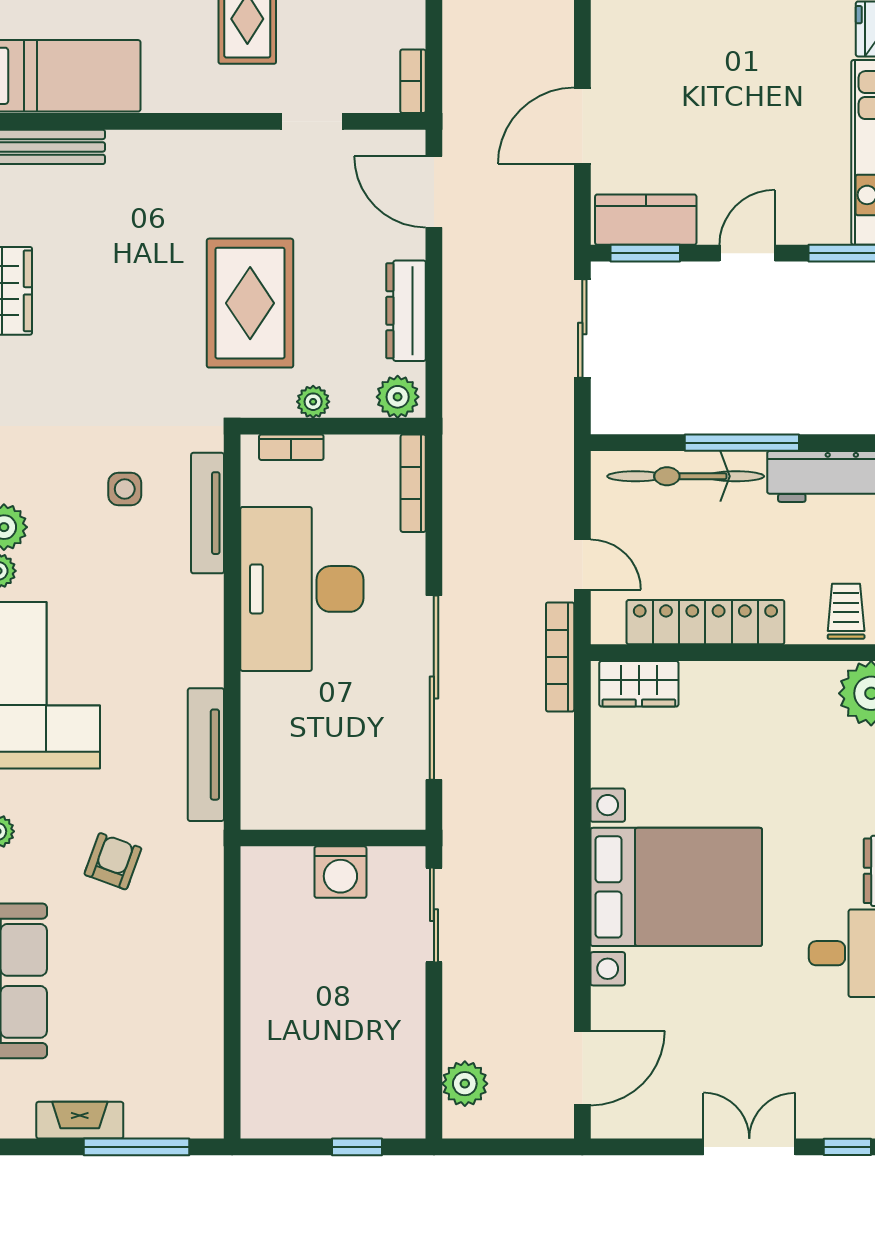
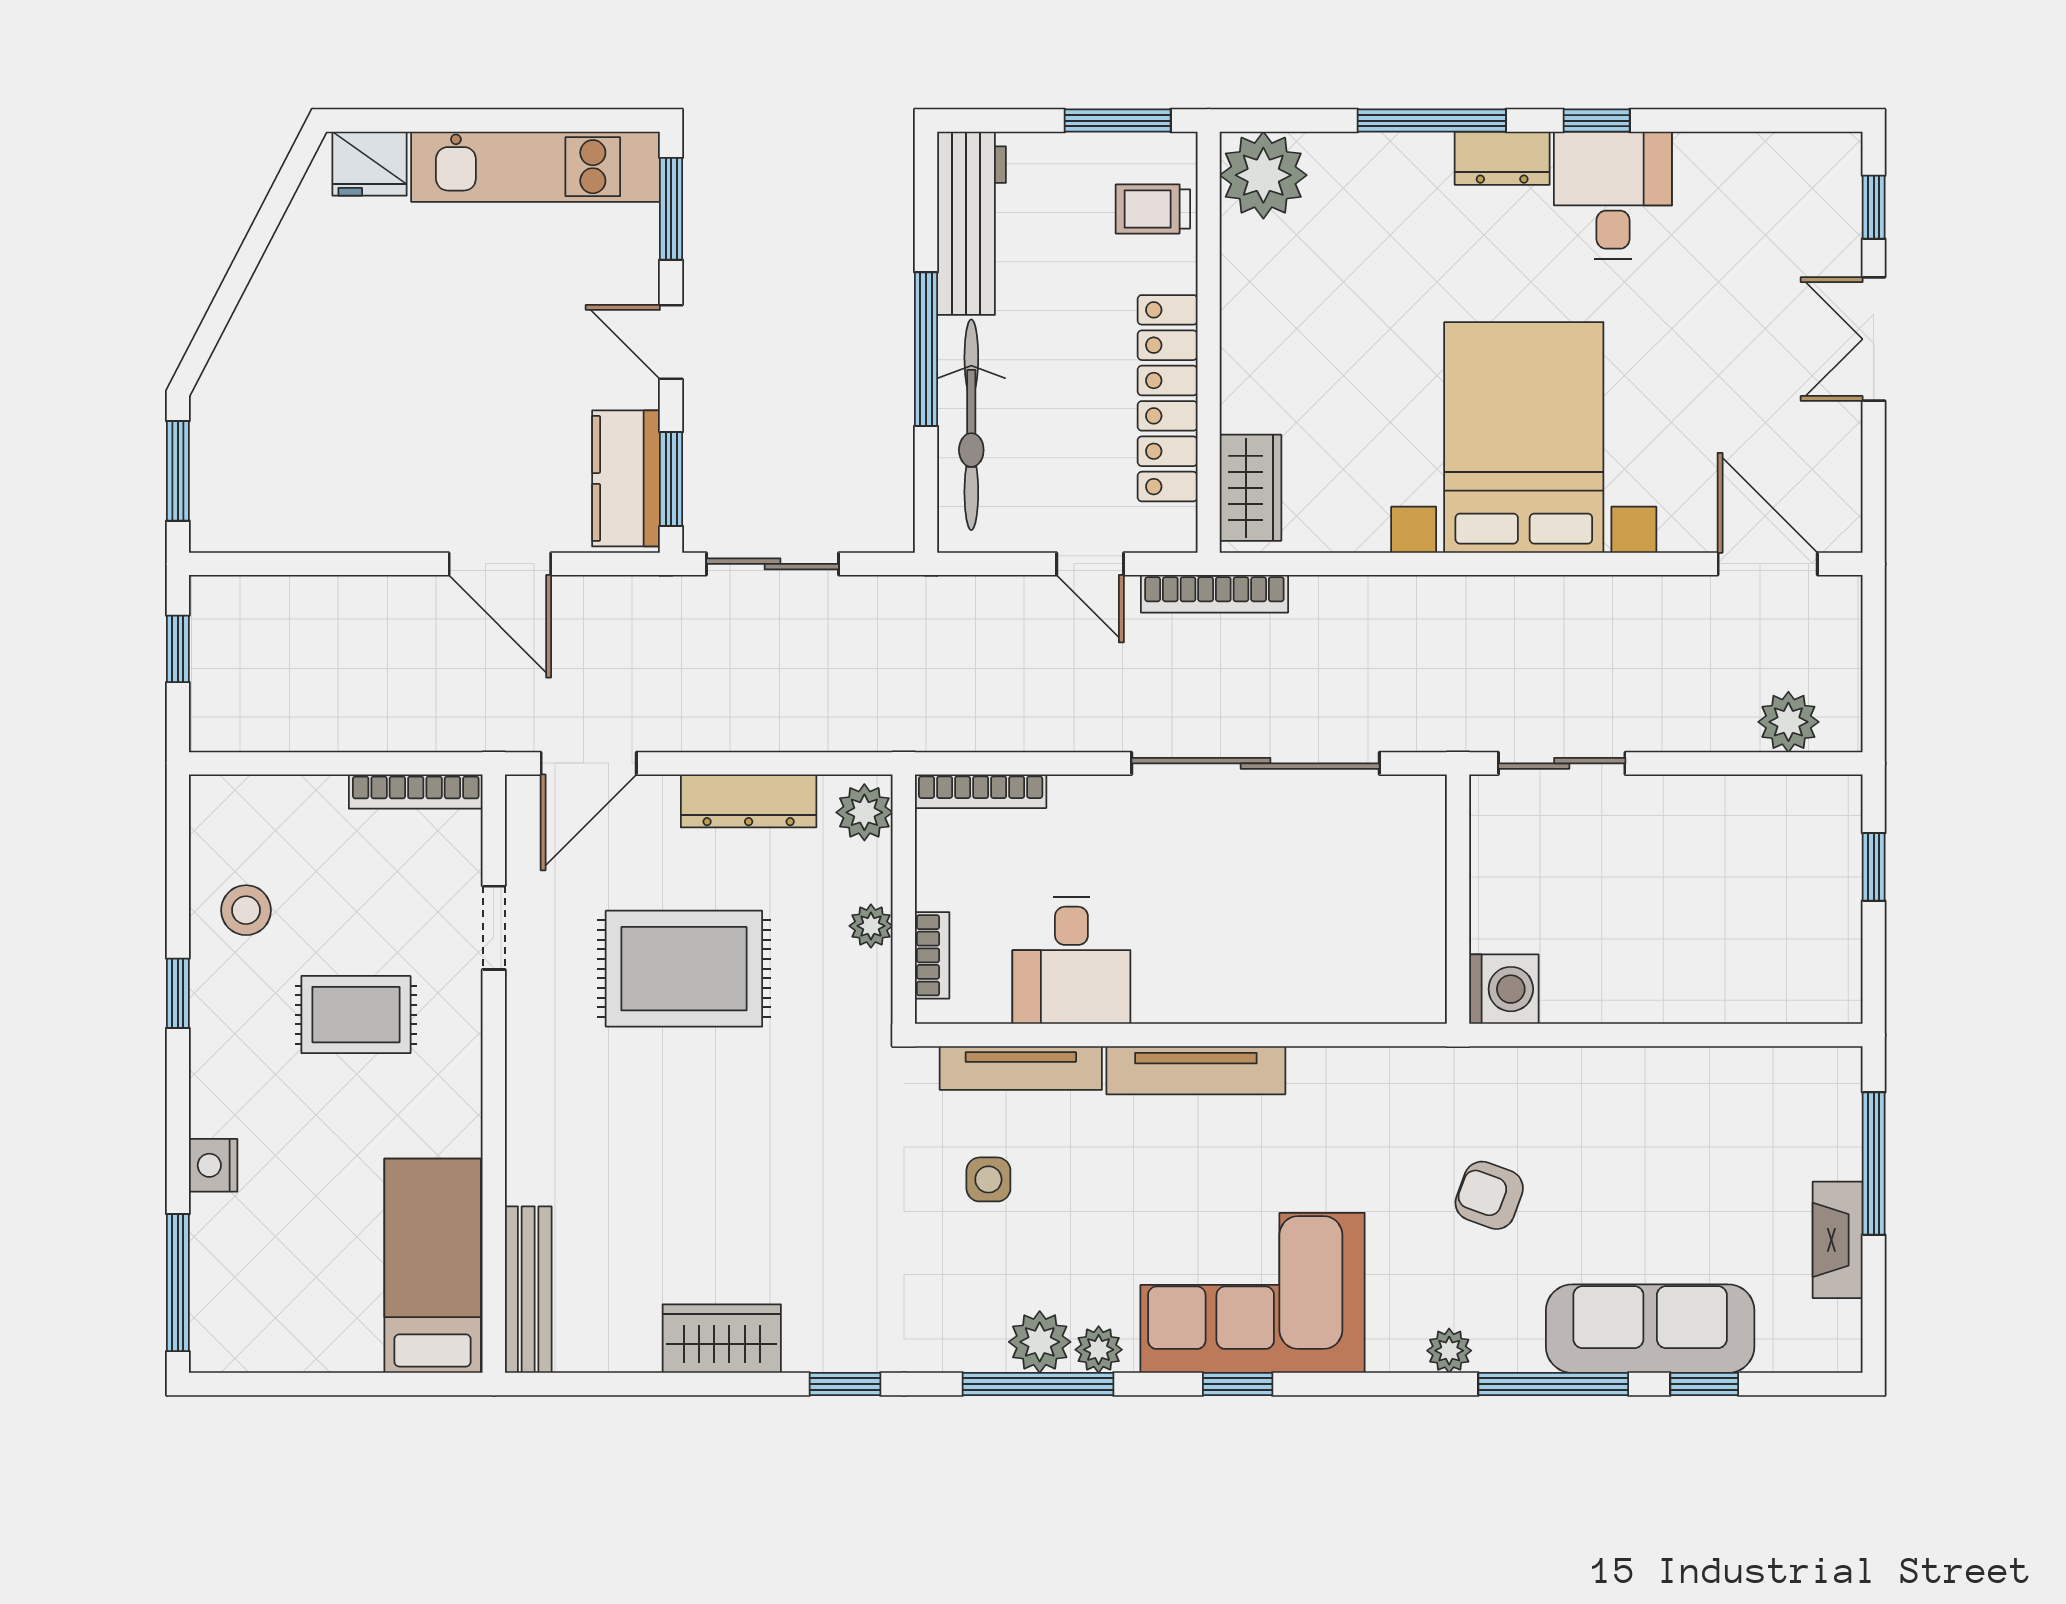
bookcase: (413, 81) -> (416, 792), width x1.56
rug: (250, 303) -> (684, 969), moved
door: (582, 565) -> (1090, 564), swing flipped
desk: (302, 589) -> (1071, 960), width x0.53, depth x0.77
tv unit: (206, 755) -> (1196, 1070), moved
washing machine: (340, 872) -> (1504, 989), moved

